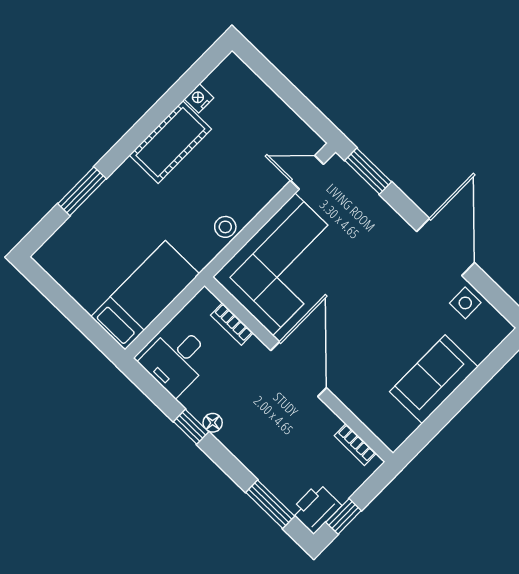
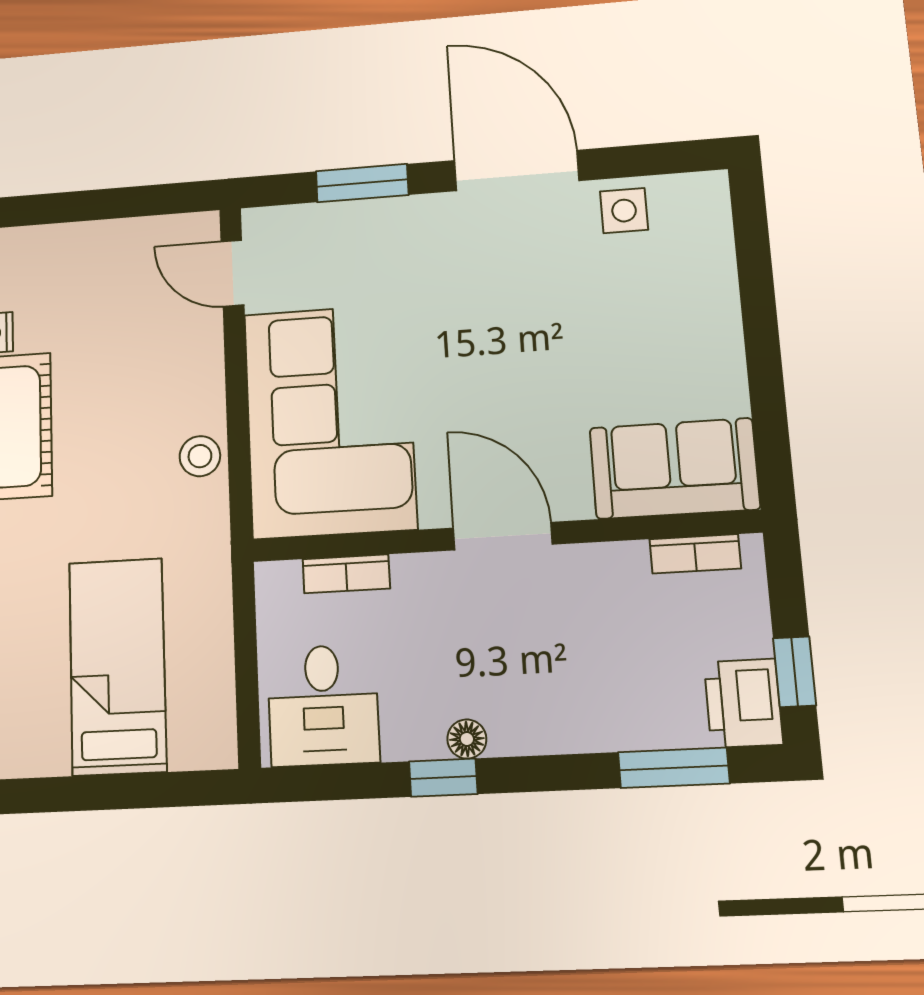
window: (368, 171) -> (362, 183), moved
door: (307, 172) -> (232, 273), hinge flipped
bed: (145, 295) -> (118, 666), moved
door: (299, 369) -> (503, 536), width x0.73
sofa: (434, 379) -> (674, 468), moved, turned 90

